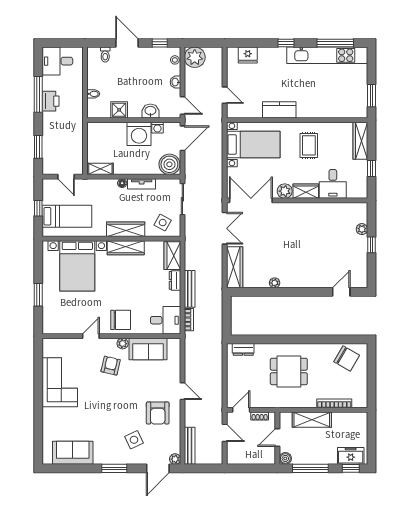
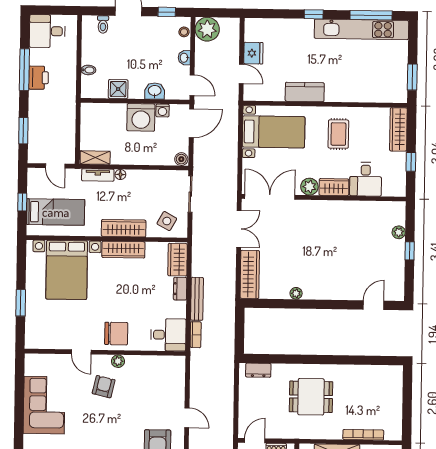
fridge: (248, 55) -> (253, 53), moved, turned -90
boiler: (169, 164) -> (181, 159), width x0.54, depth x0.54
tv unit: (142, 184) -> (98, 175), moved
door: (91, 336) -> (81, 352), swing flipped
sofa: (148, 349) -> (147, 368), removed
chair: (347, 358) -> (378, 383), removed

